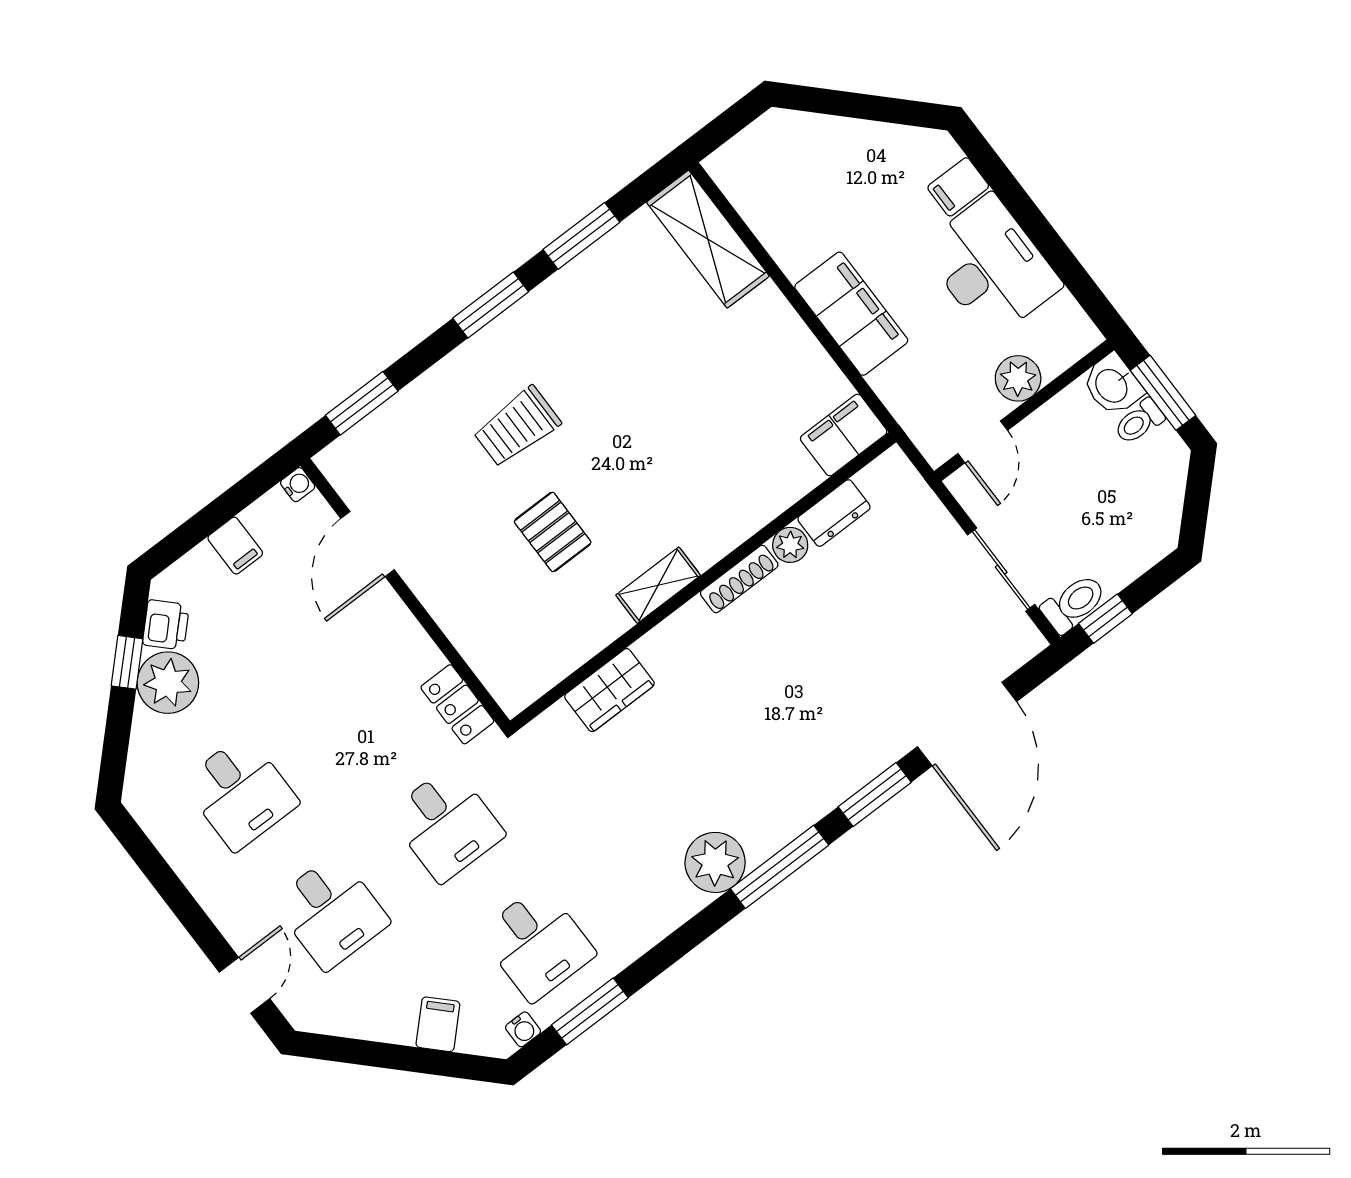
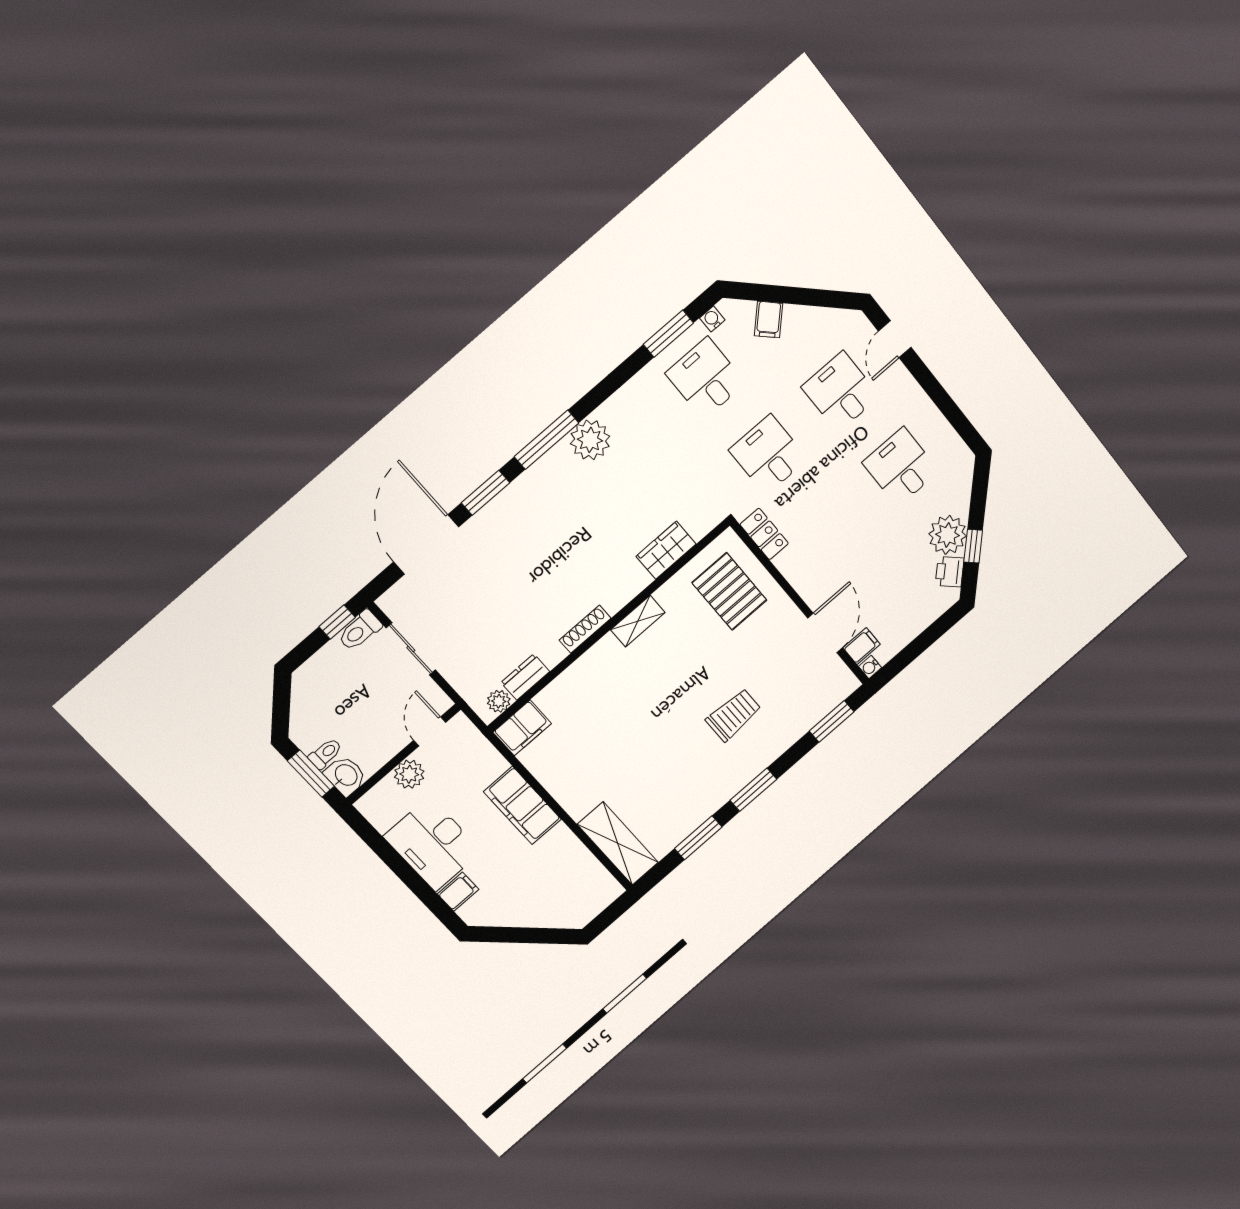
pallet: (553, 532) -> (729, 591), moved, width x1.50, depth x1.42
plant: (790, 545) -> (499, 701), moved
filing cabinet: (235, 546) -> (862, 646), moved, turned 90

